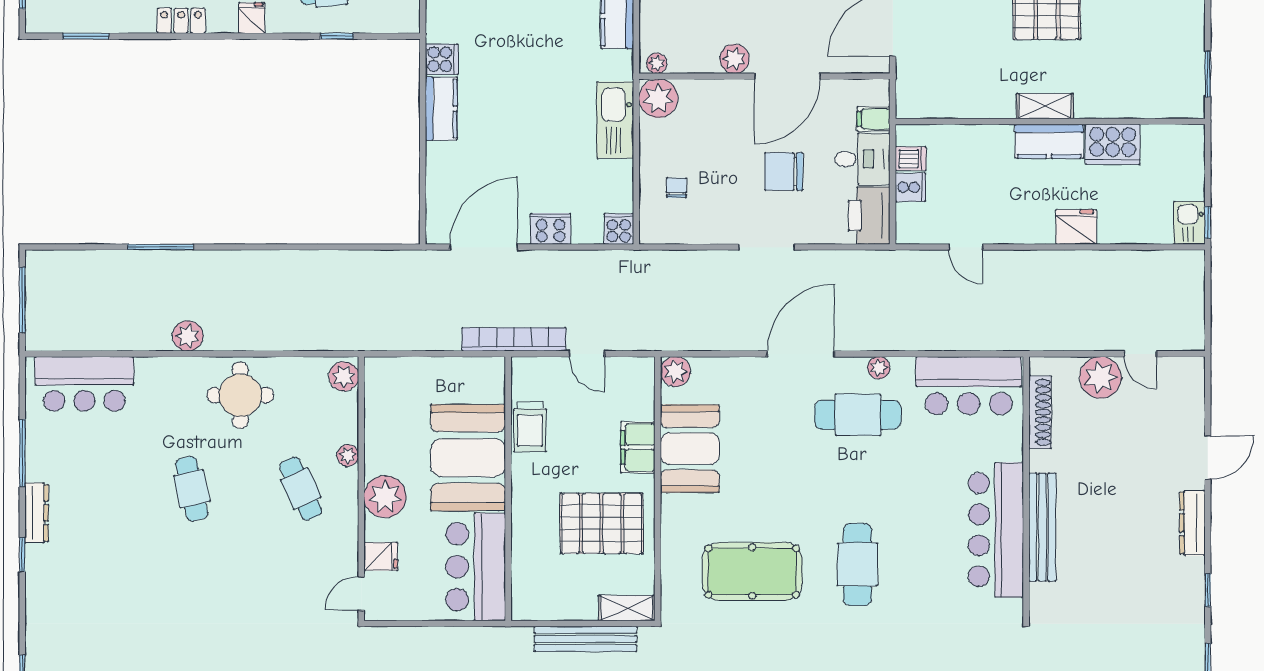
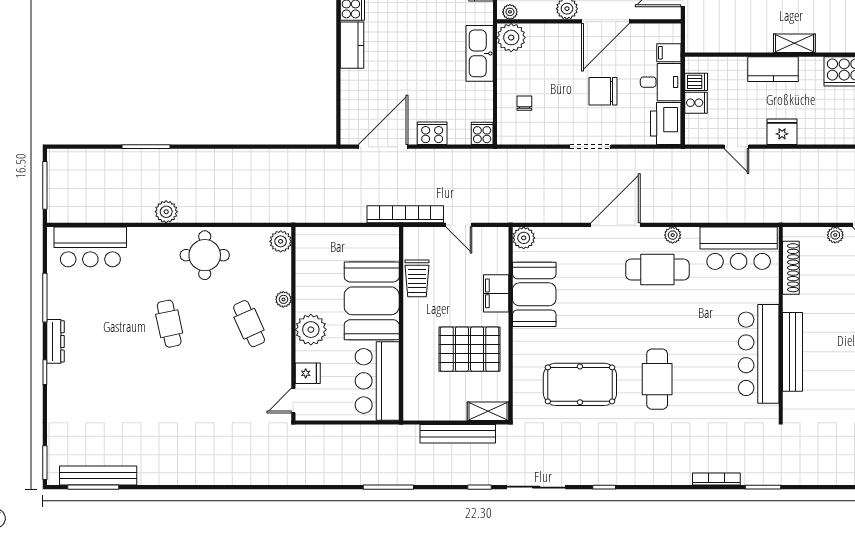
kitchen counter: (1049, 141) -> (773, 69), moved
fridge: (1076, 227) -> (782, 132), moved
plant: (1100, 377) -> (835, 235), width x0.53, depth x0.53

